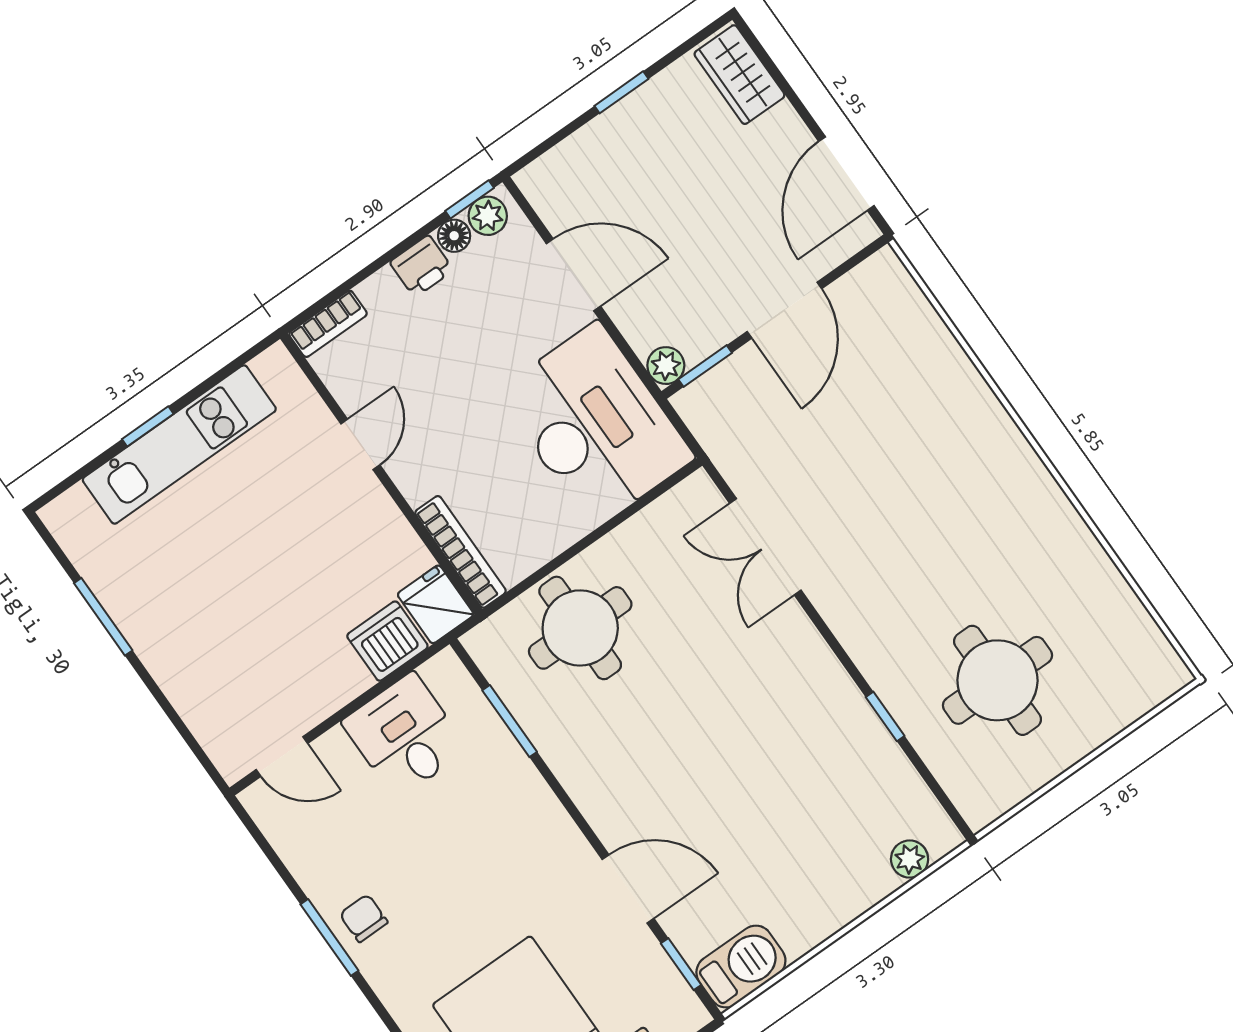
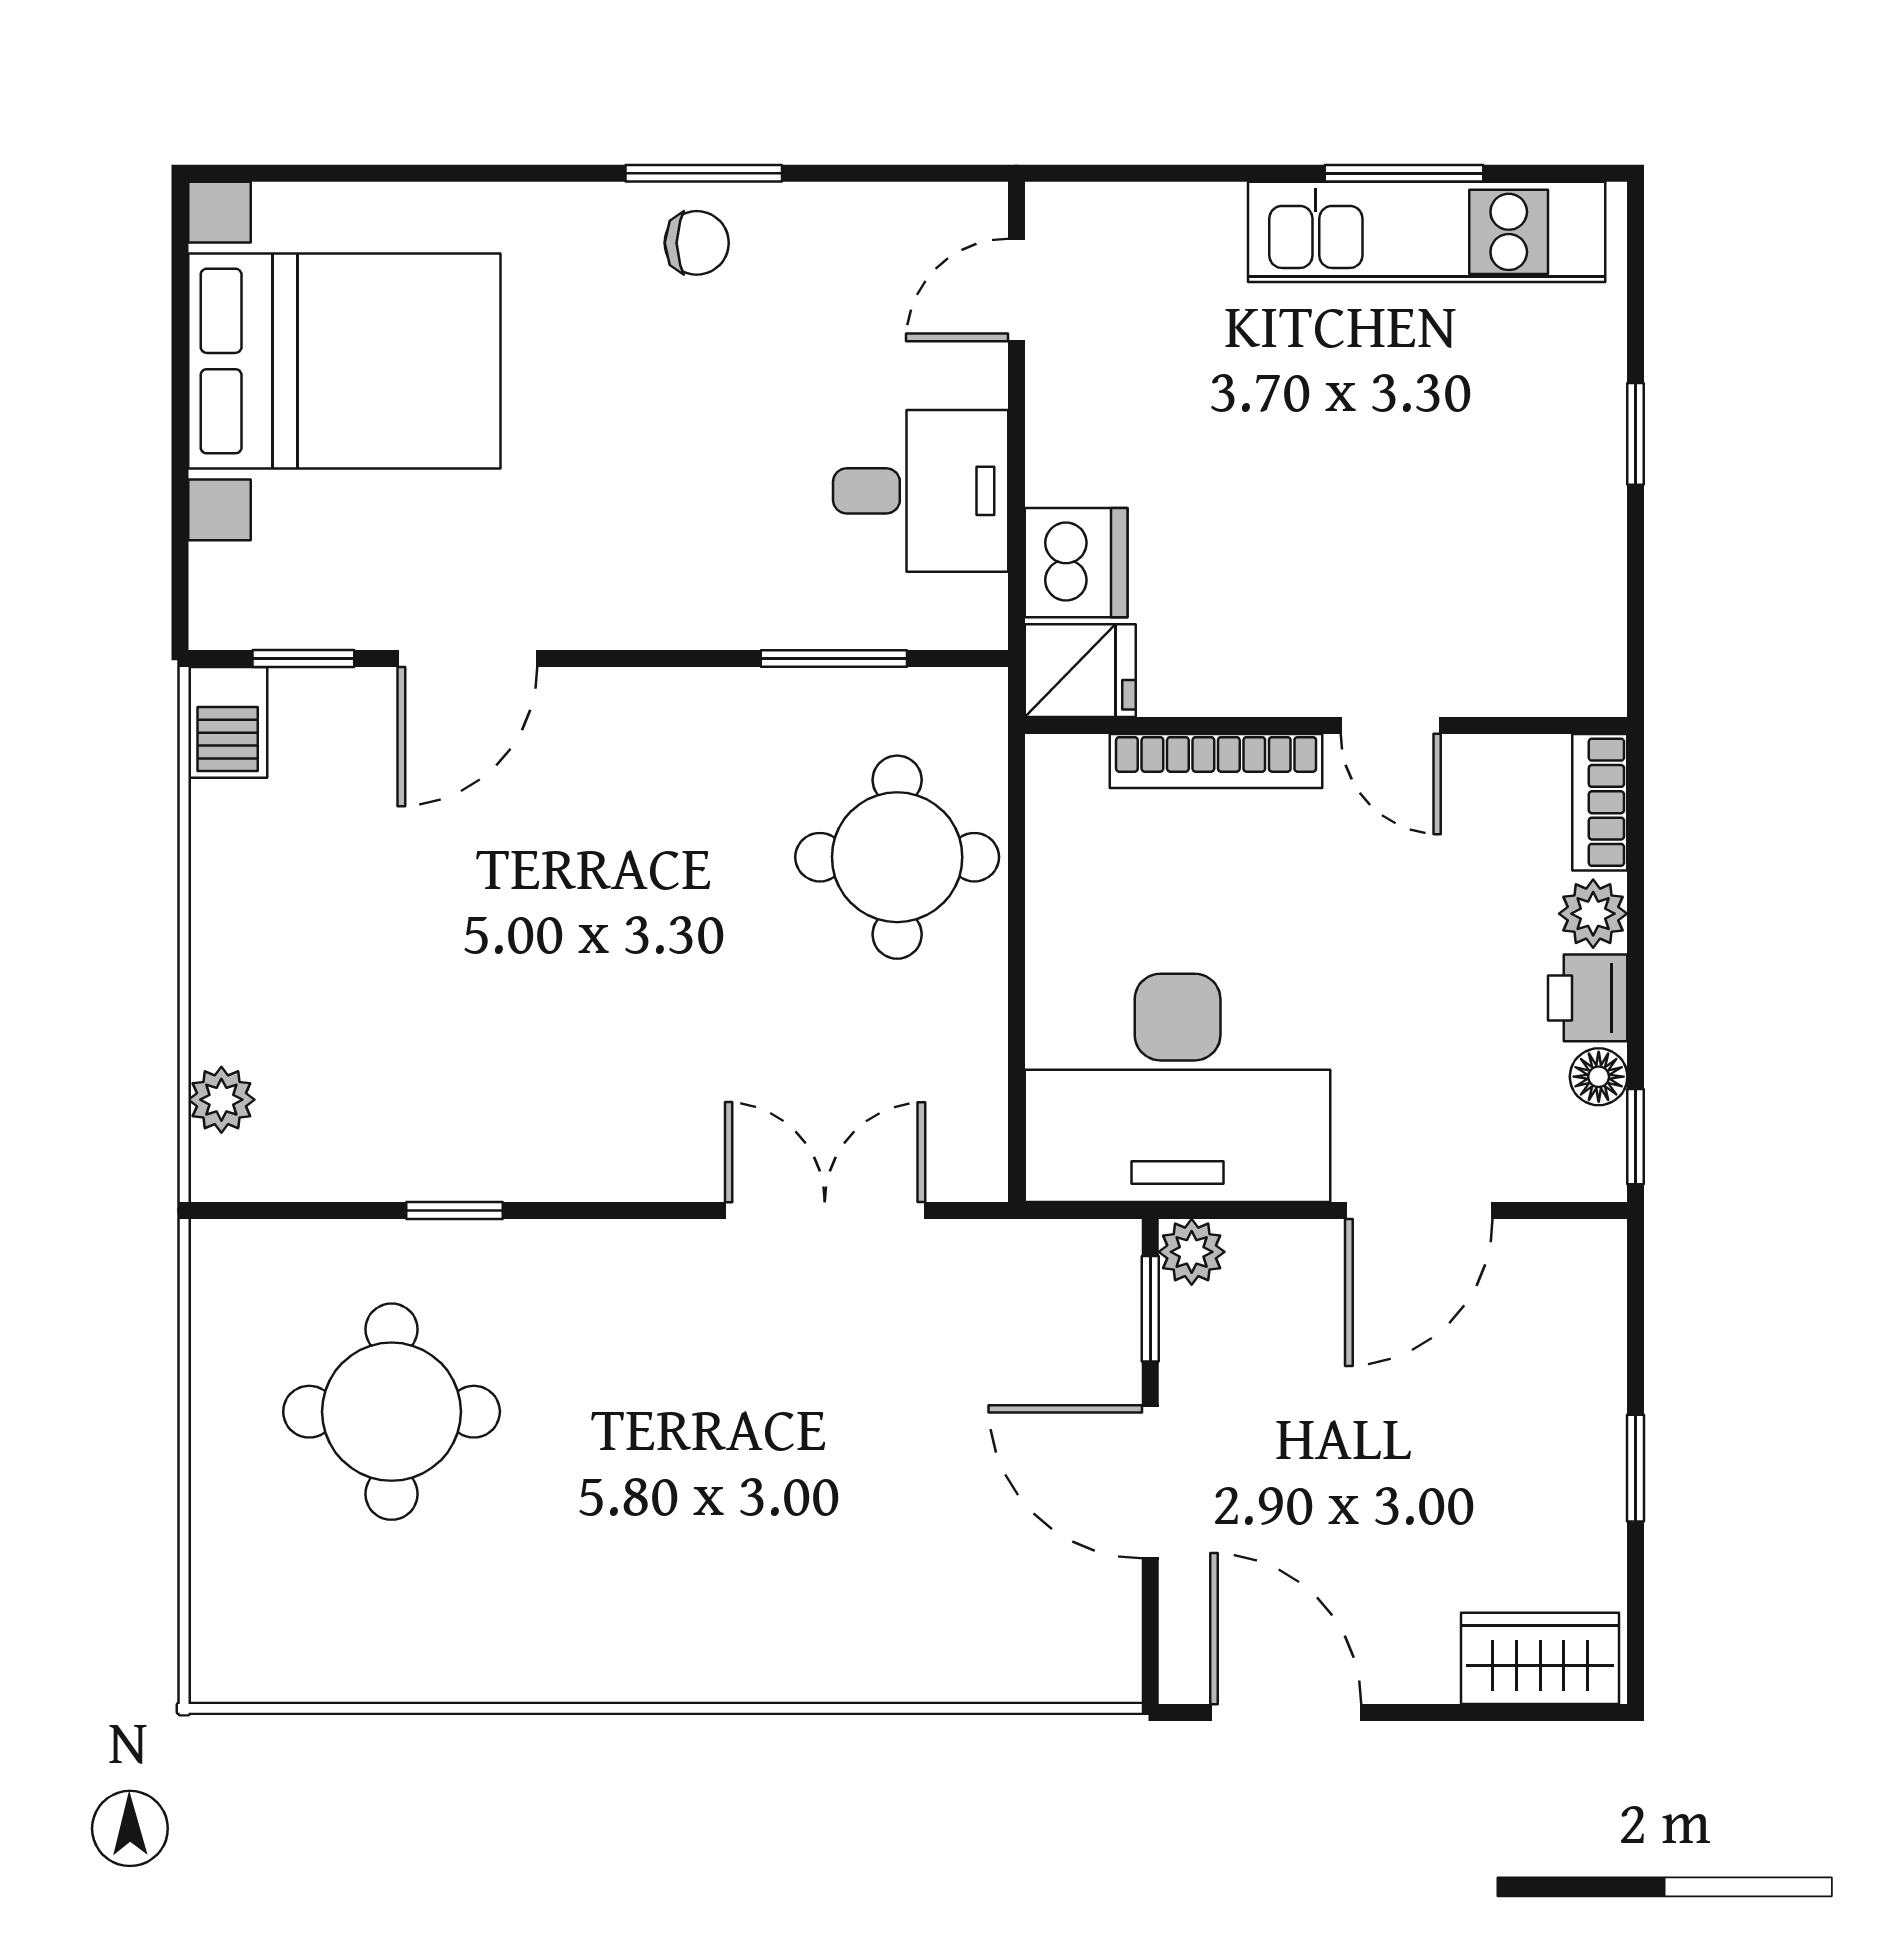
plant: (488, 216) -> (1593, 914), moved
kitchen unit: (179, 444) -> (1427, 232), moved, turned -90
bookcase: (461, 552) -> (1216, 761), moved
barbecue: (741, 967) -> (228, 722), width x0.73, depth x0.79

